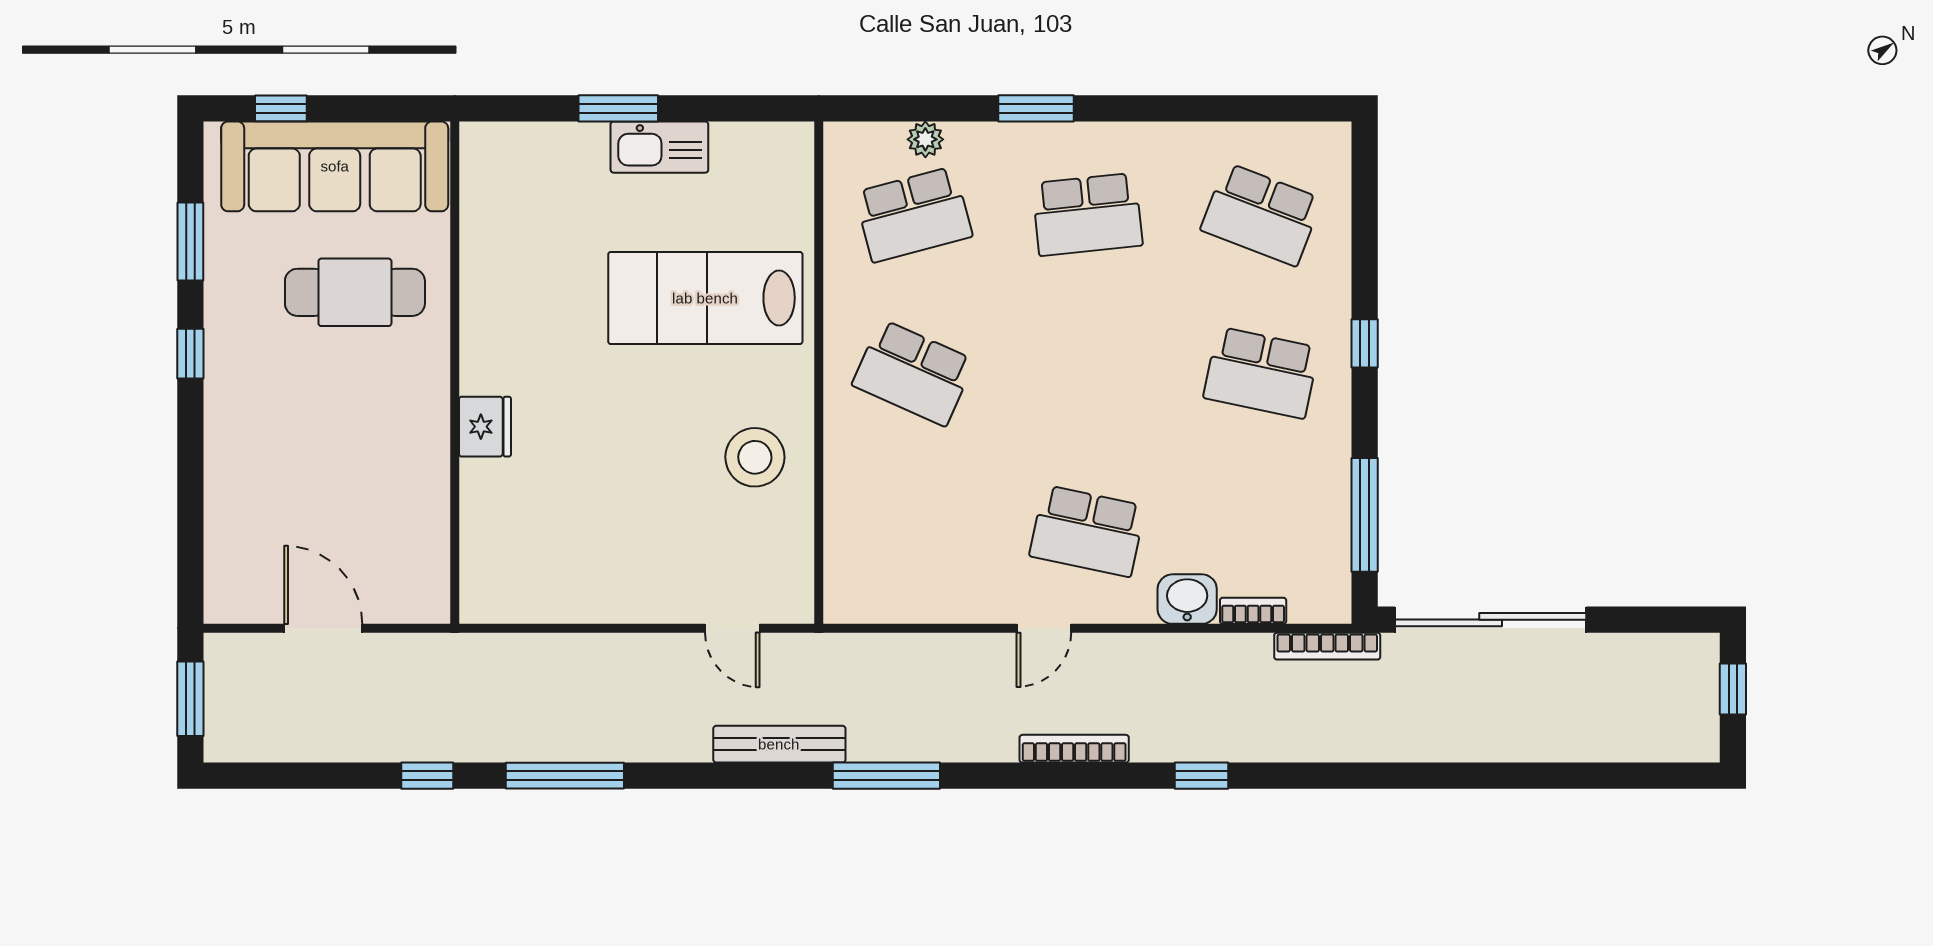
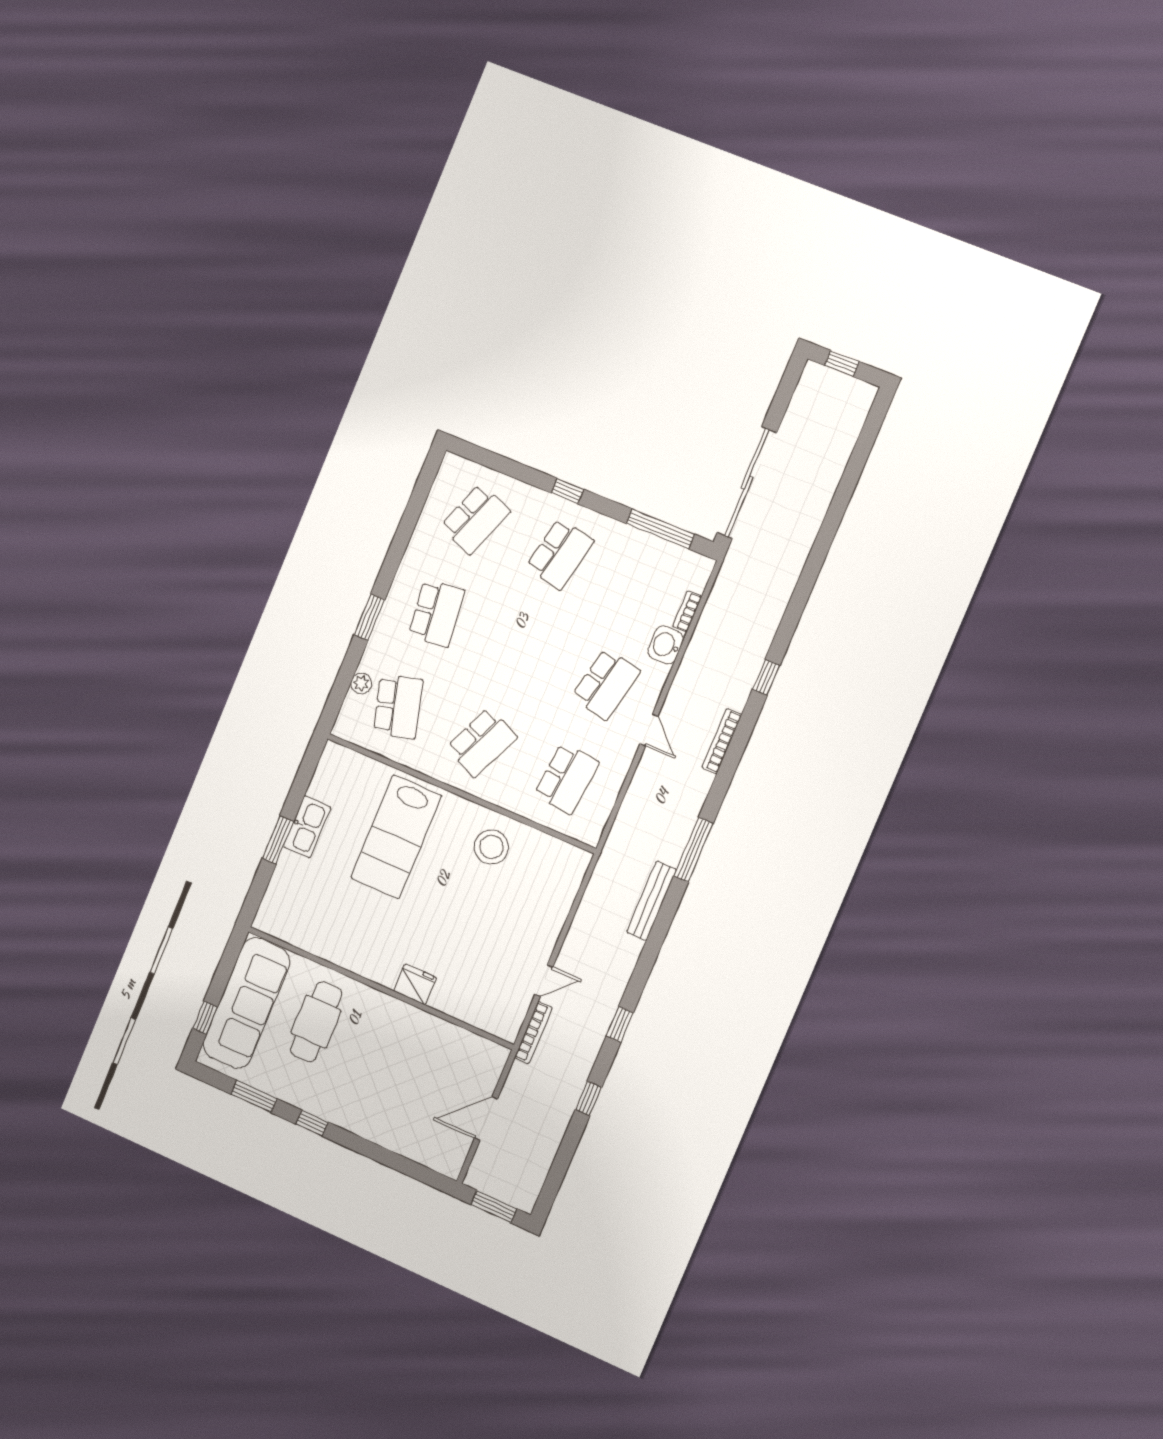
school desk: (913, 531) -> (567, 778), added
door: (732, 628) -> (544, 981), moved
bookcase: (1327, 646) -> (533, 1033), moved
window: (565, 776) -> (620, 1024), width x0.46

